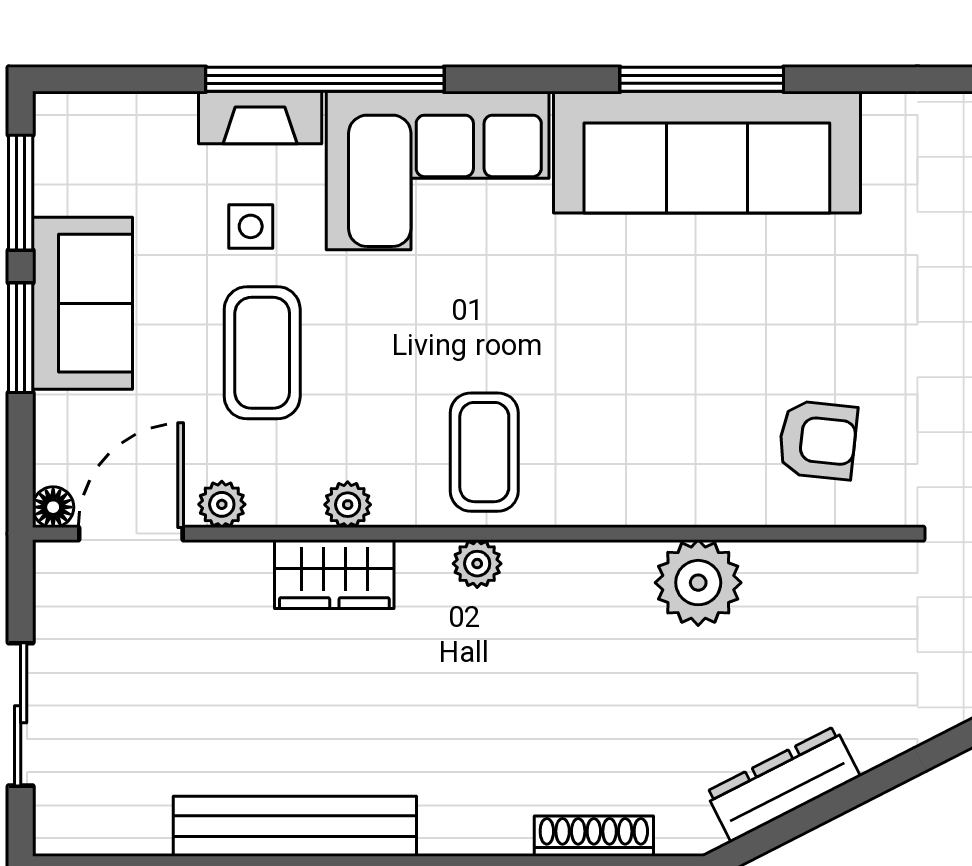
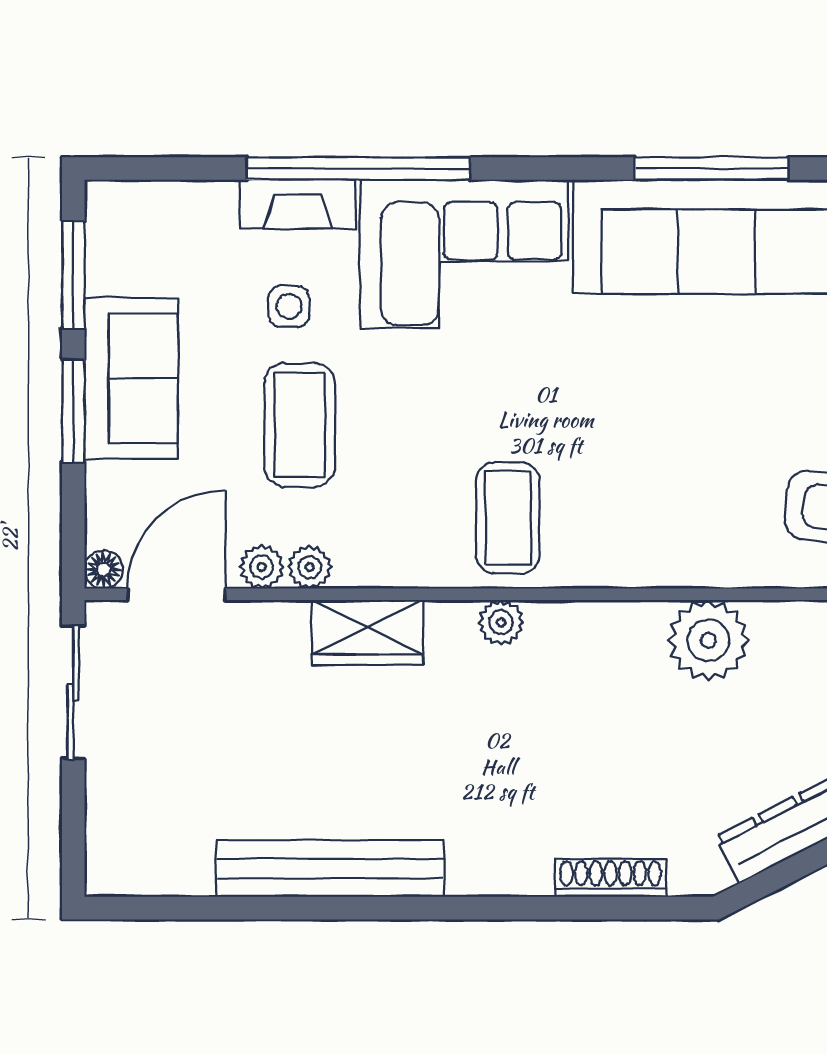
plant: (348, 505) -> (310, 567), moved
sliding door: (21, 714) -> (73, 692), moved

